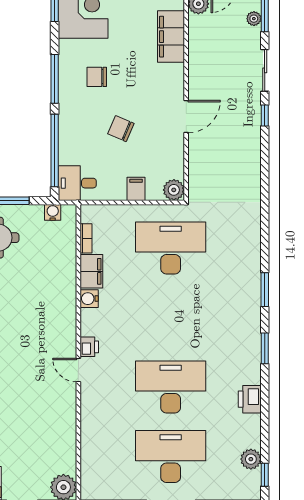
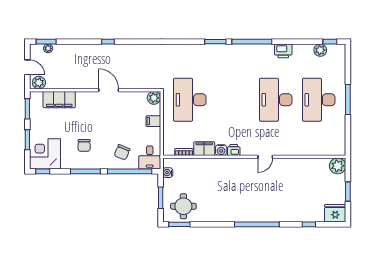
sliding door: (265, 70) -> (80, 42), removed
chair: (121, 129) -> (122, 152), moved
printer: (89, 347) -> (234, 150), moved
window: (265, 348) -> (252, 42), width x2.11

